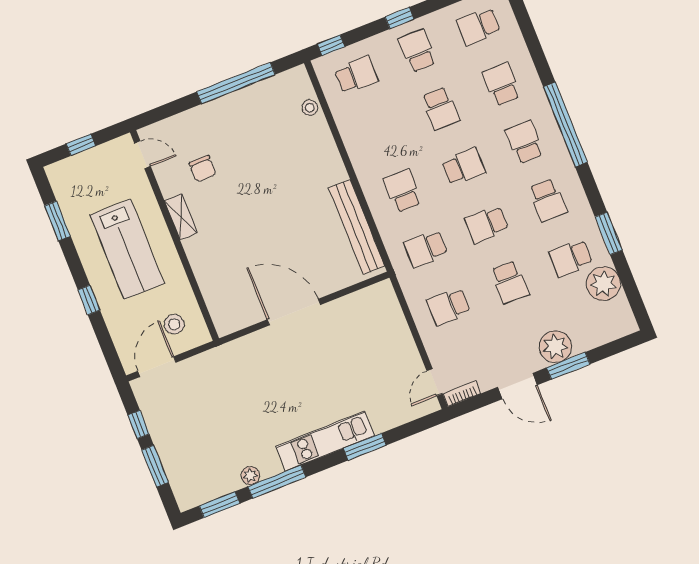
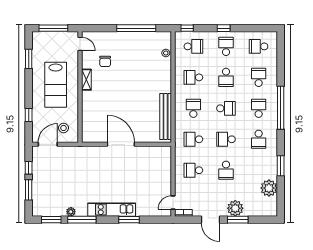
window: (81, 145) -> (53, 28), width x2.17
school desk: (571, 258) -> (193, 77), moved
window: (89, 300) -> (29, 115), moved

